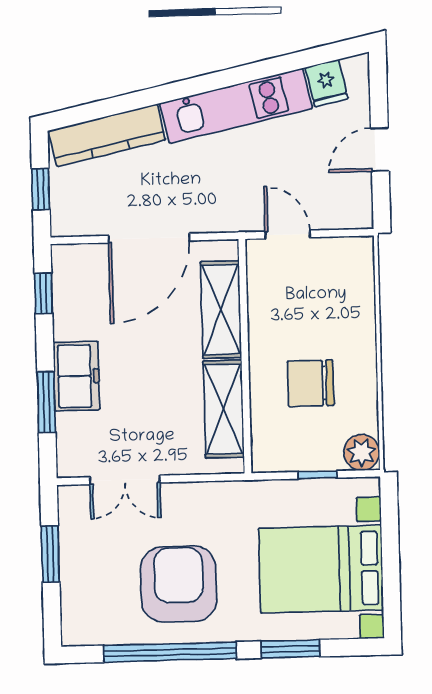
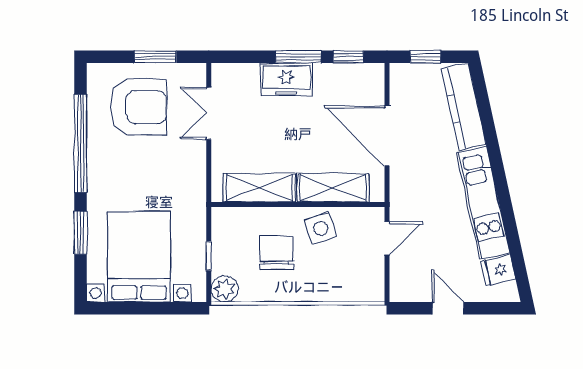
side table: (276, 325) -> (321, 228), added
window: (46, 402) -> (298, 57), moved
armchair: (179, 584) -> (138, 107), moved

